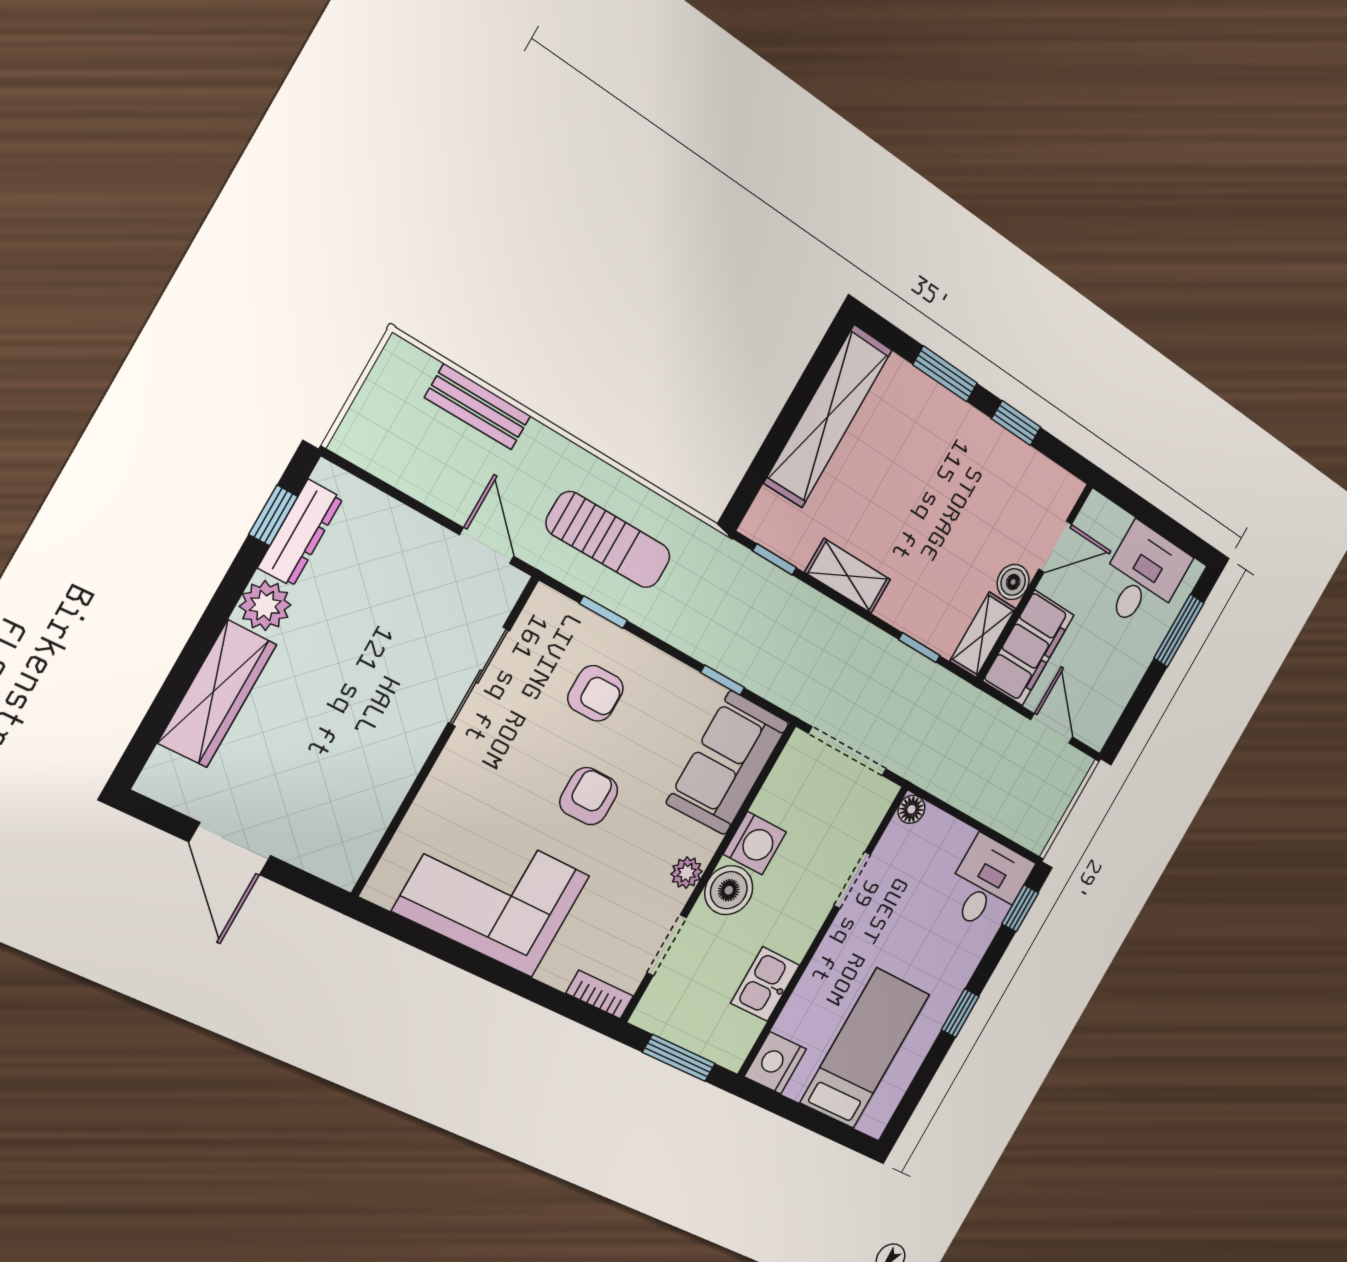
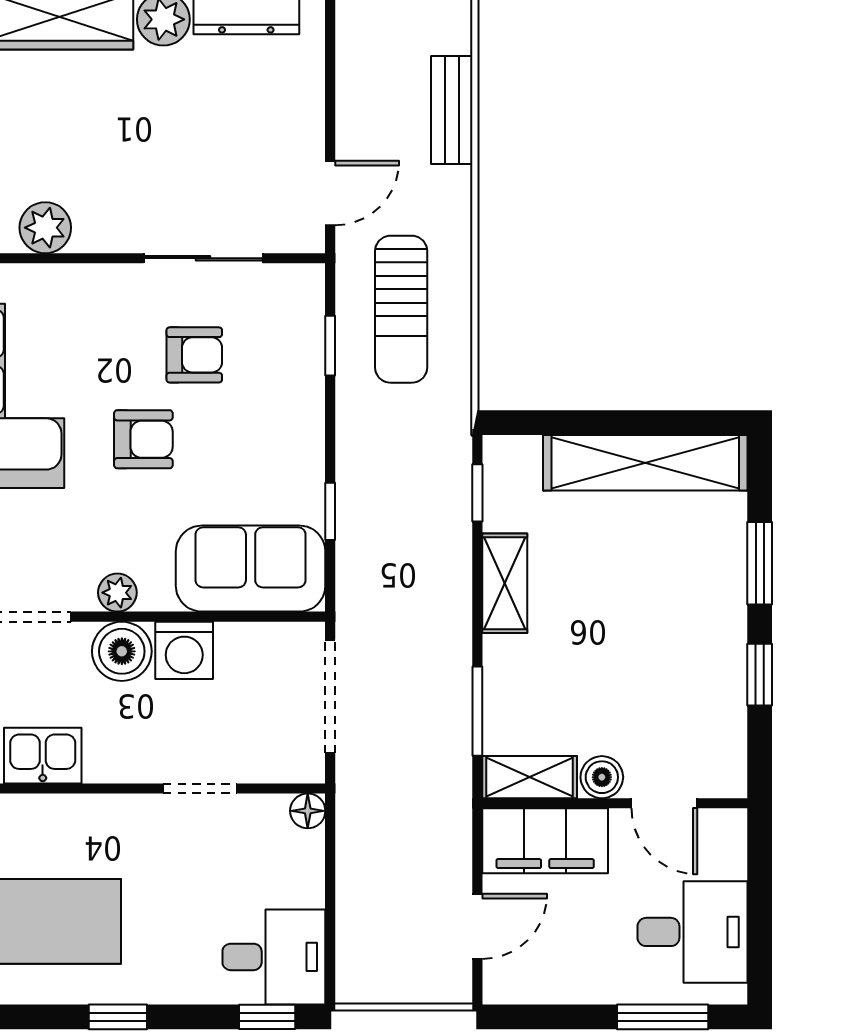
window: (919, 648) -> (477, 711), width x1.50
armchair: (595, 693) -> (194, 355), moved, turned -90
plant: (382, 792) -> (45, 228), added

